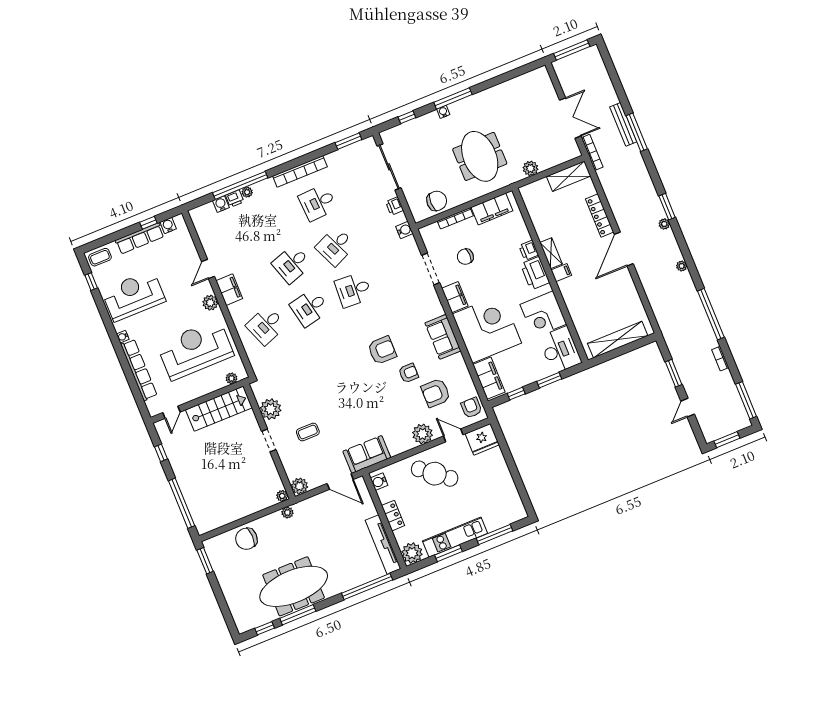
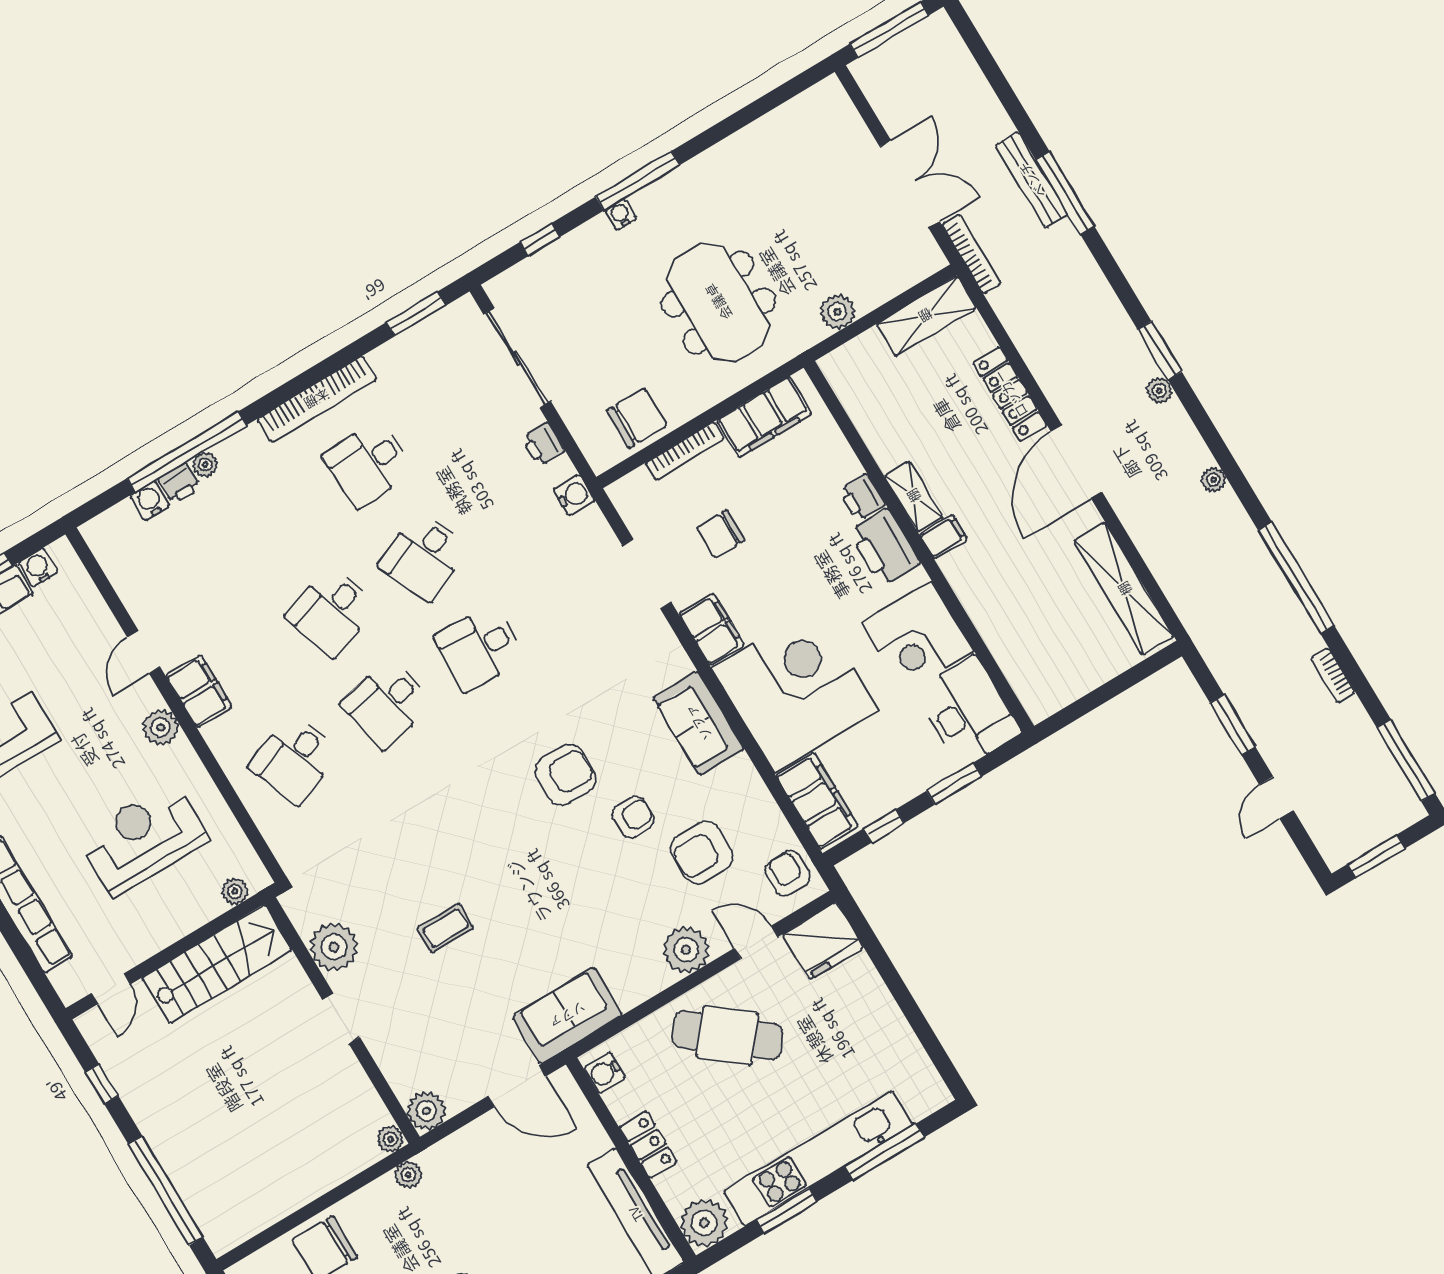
shelving: (618, 340) -> (1124, 589), moved, turned 90
reception desk: (195, 350) -> (143, 839), width x0.74, depth x0.77
coffee table: (308, 432) -> (446, 928), moved
kitchen unit: (455, 537) -> (818, 1158), width x1.36

